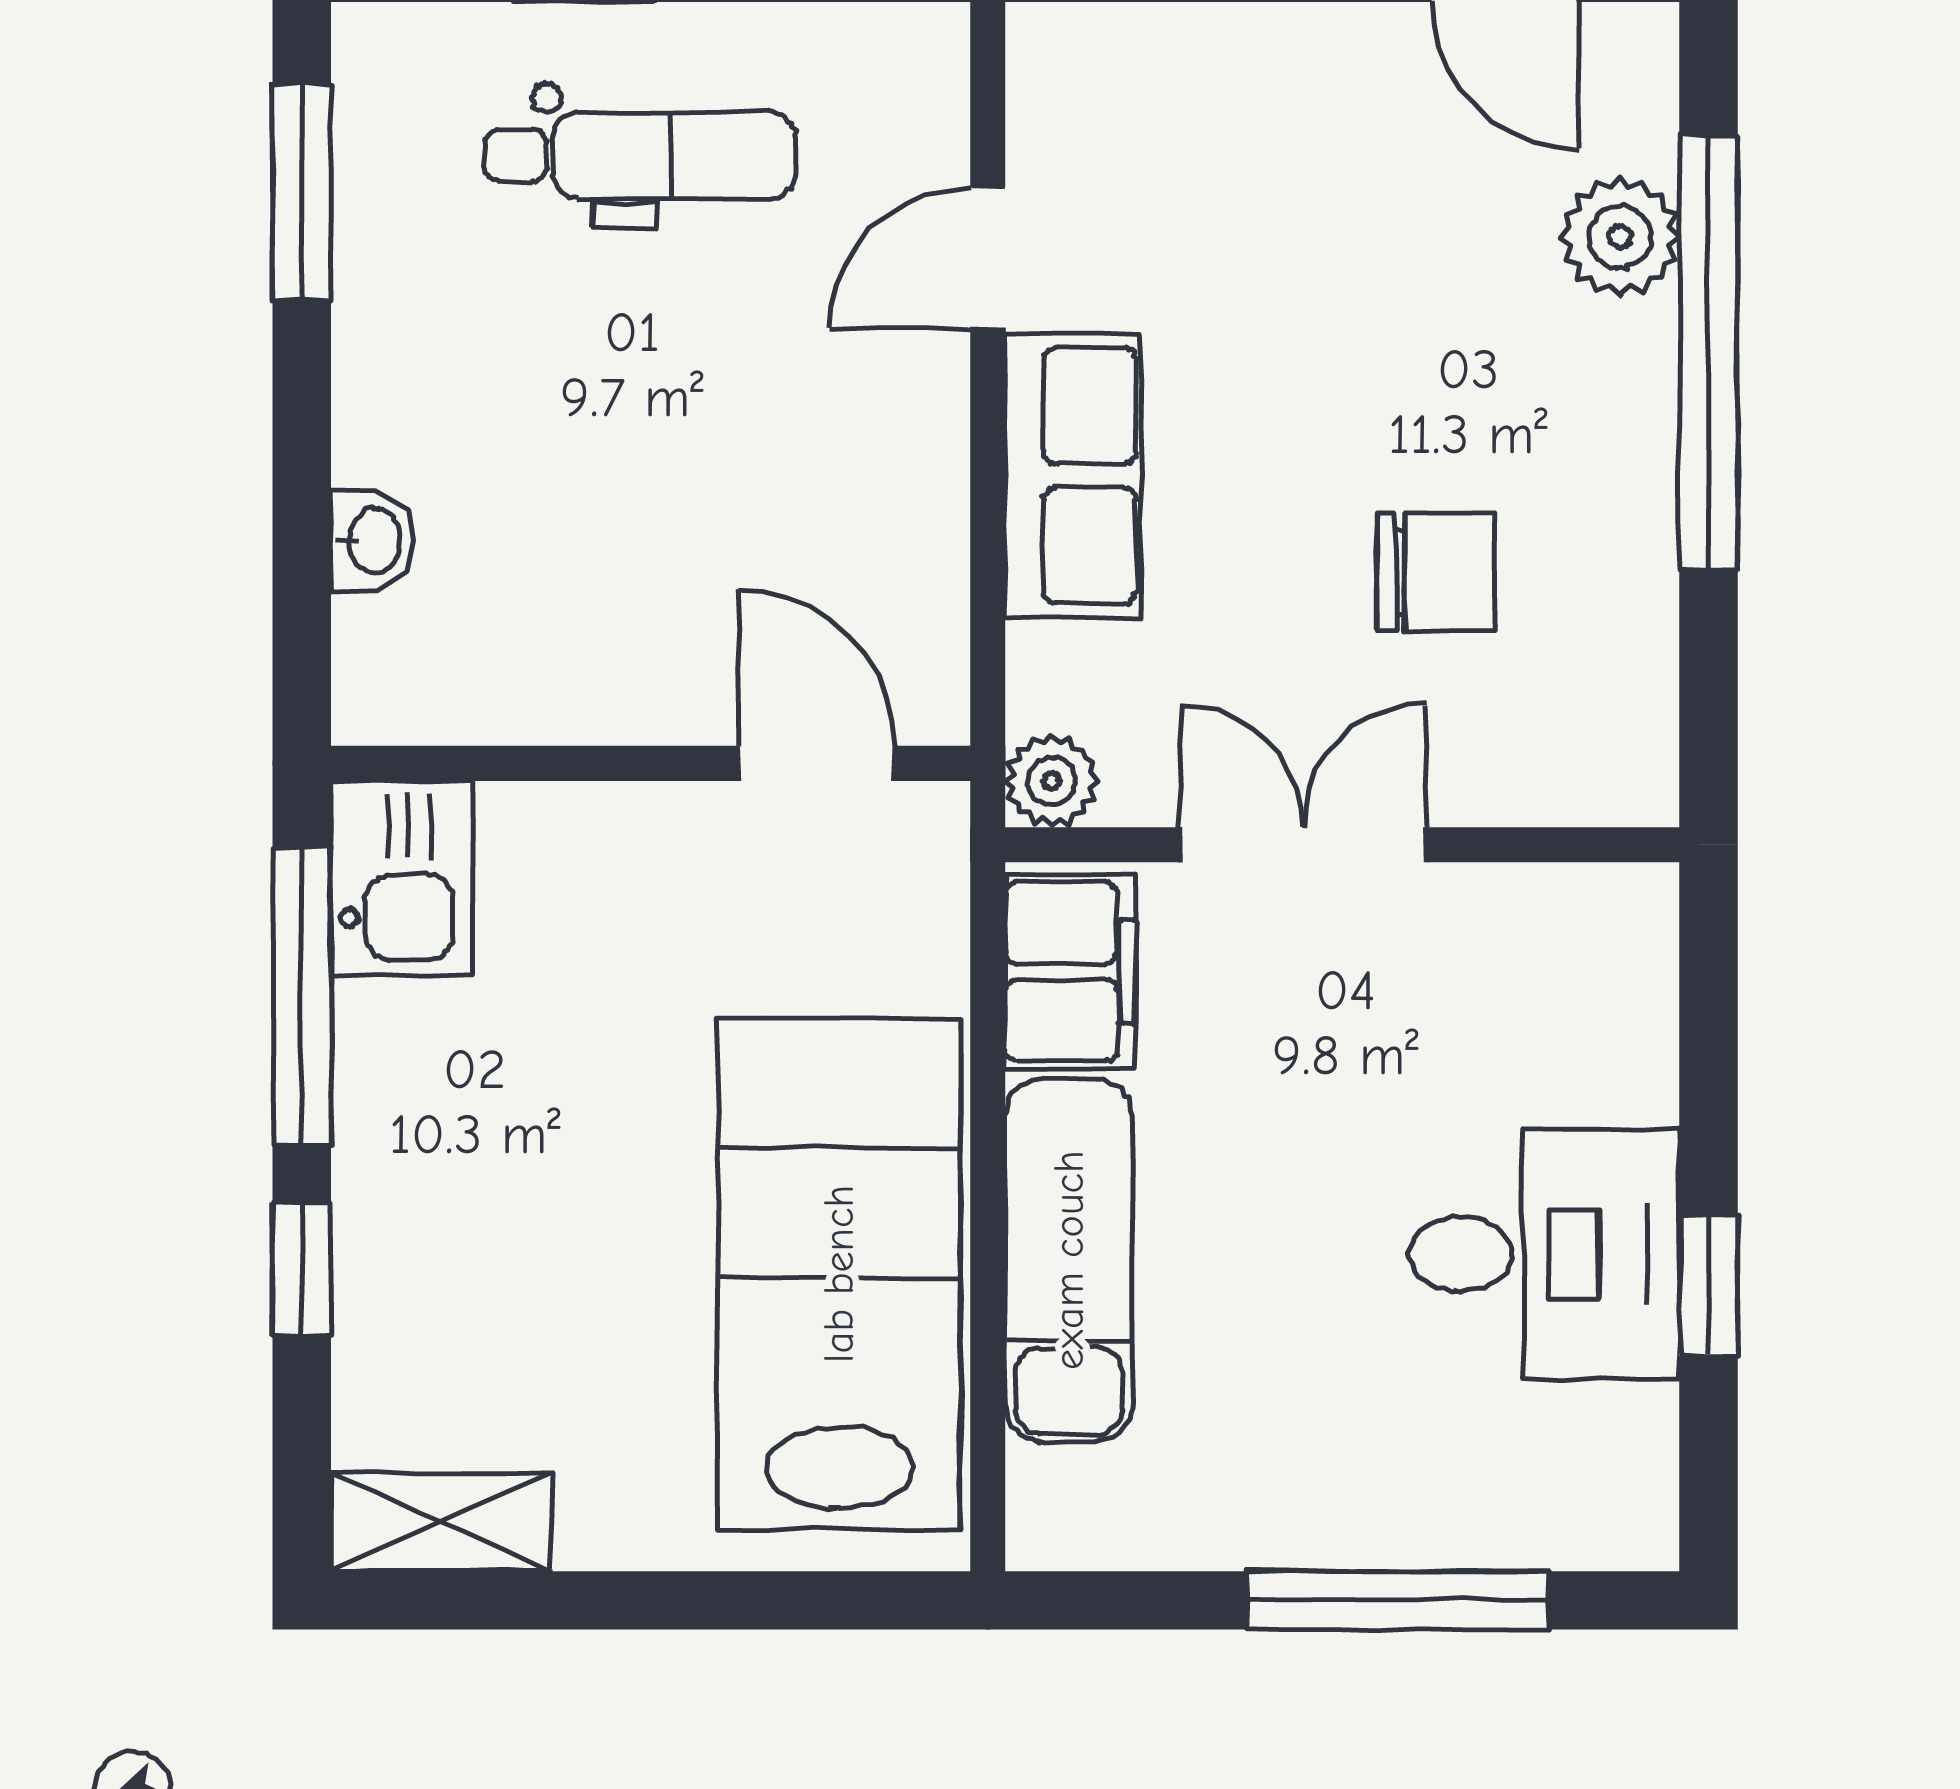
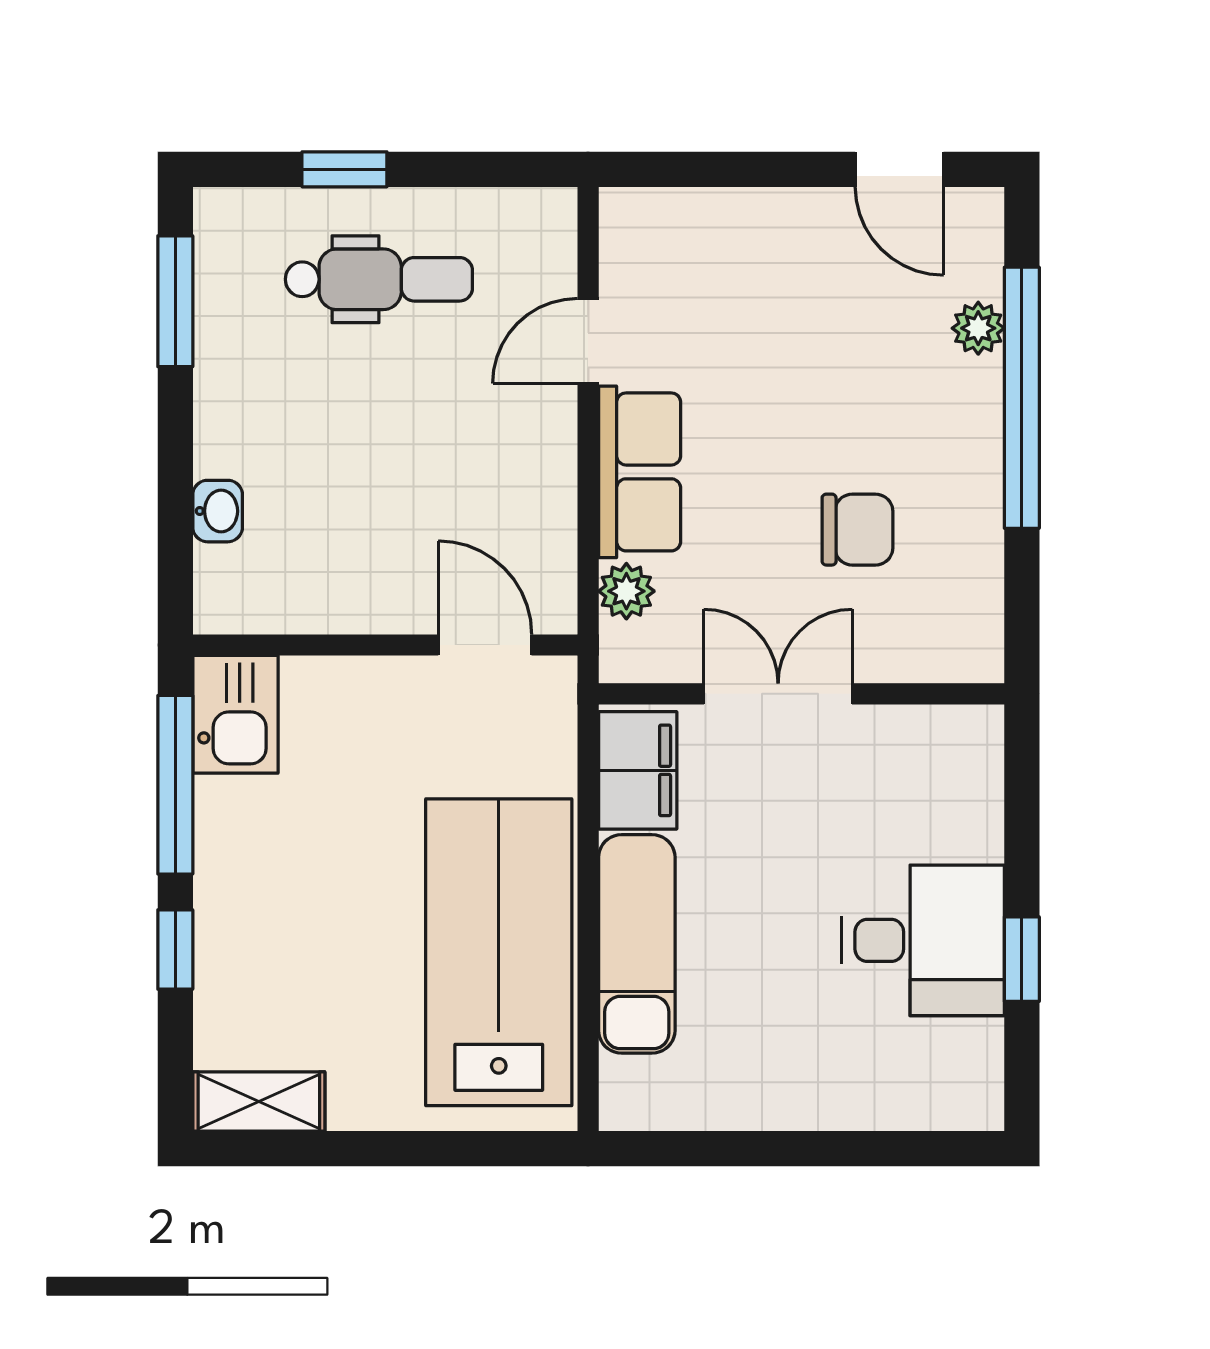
plant: (1620, 237) -> (978, 328), width x0.73, depth x0.73
plant: (1051, 781) -> (626, 591), moved
window: (1398, 1600) -> (835, 1149), removed

